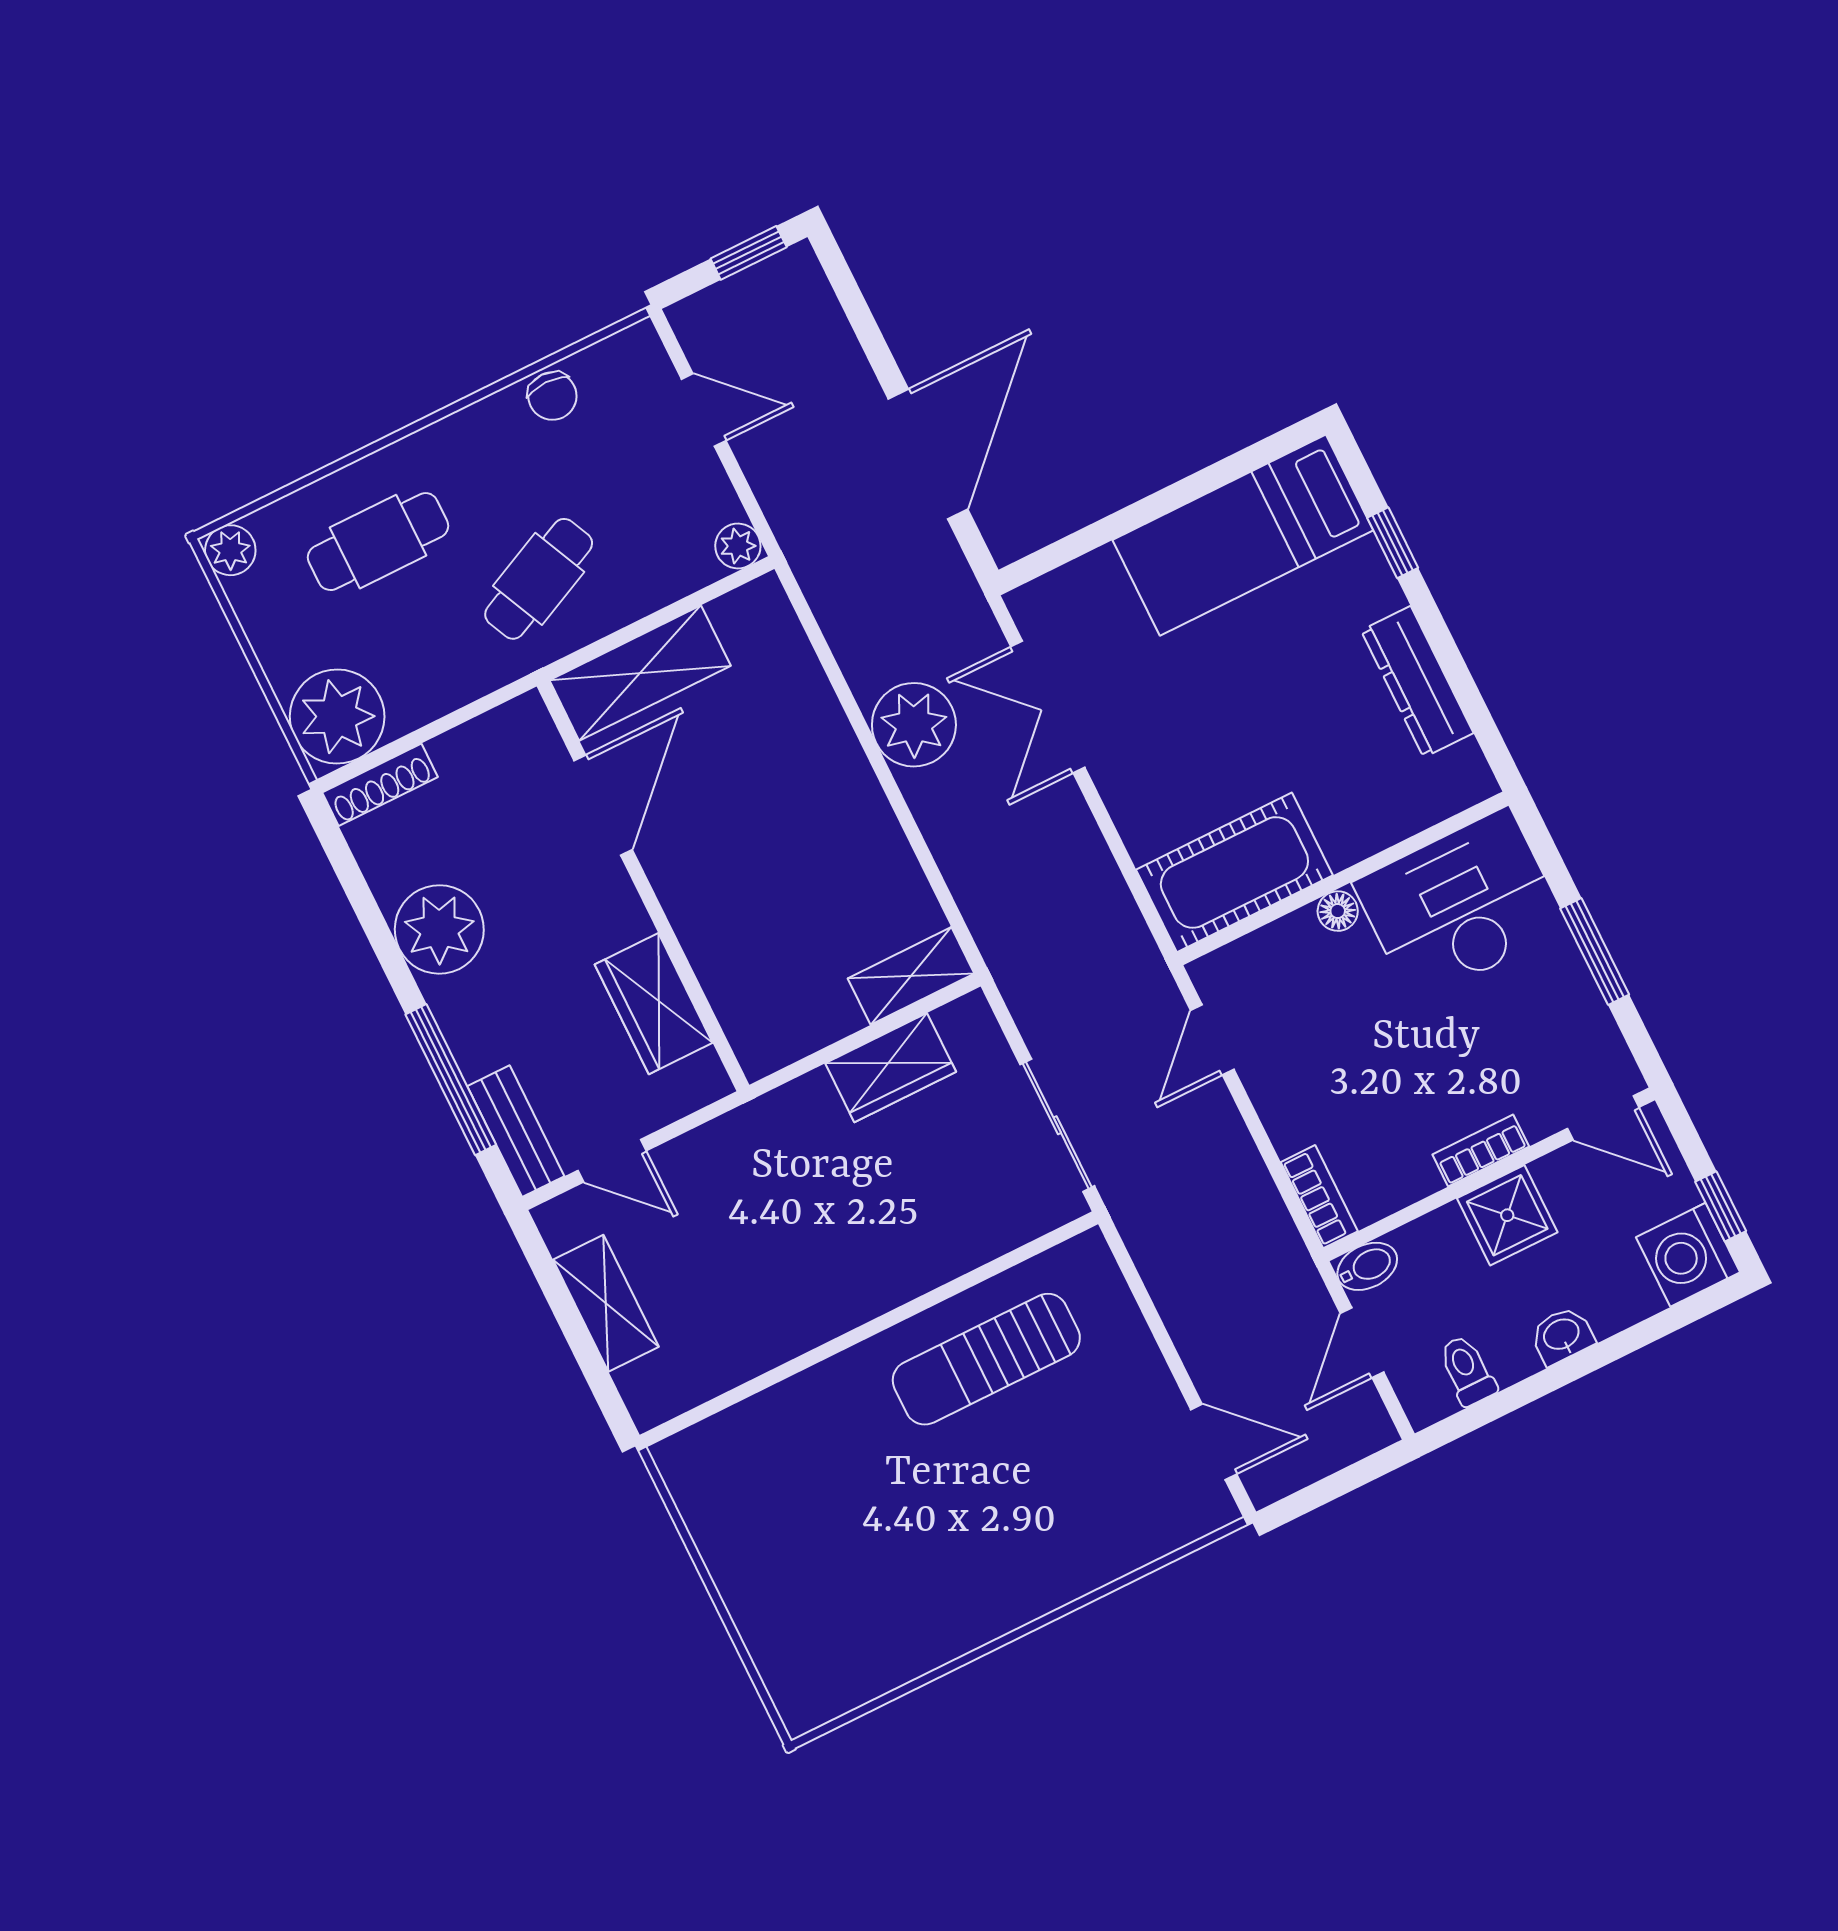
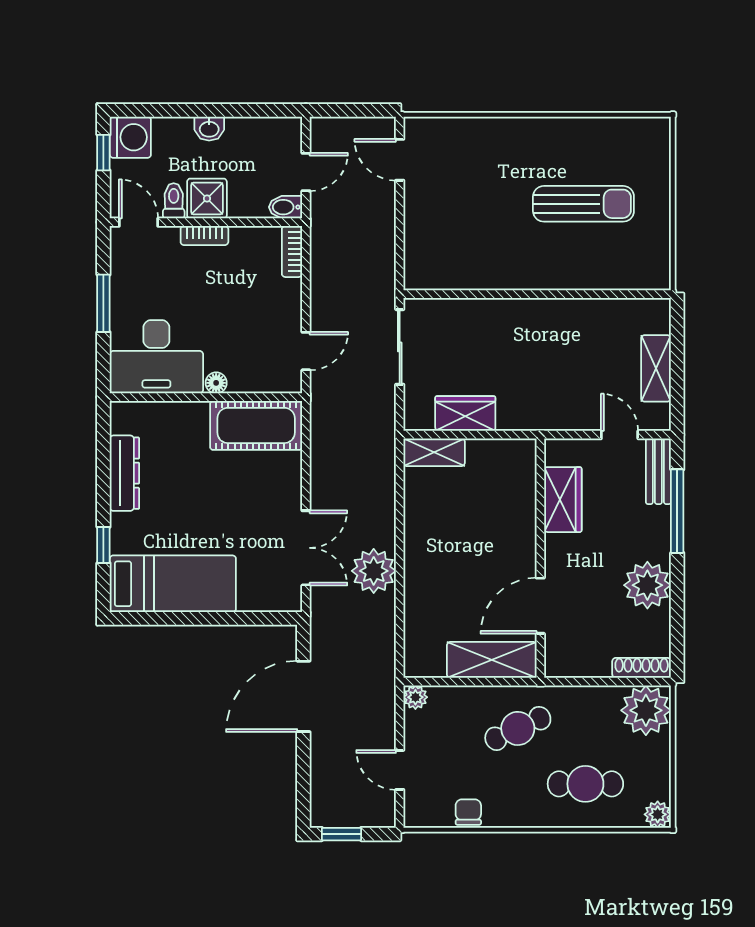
sun lounger: (986, 1359) -> (583, 204), moved
toilet: (1467, 1370) -> (174, 201), moved, turned 180

